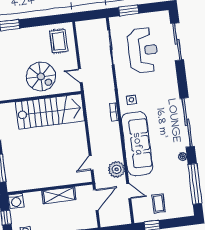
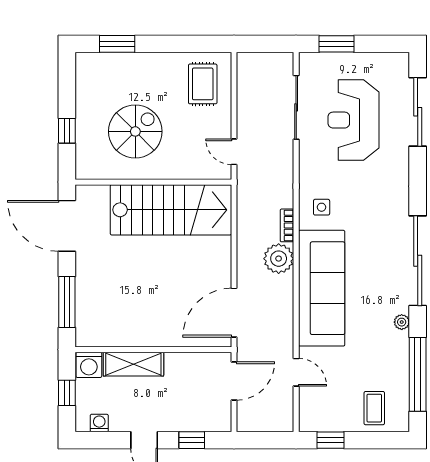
reception desk: (143, 50) -> (354, 120), turned 180
spiral stairs: (41, 76) -> (135, 131), moved, turned -90
door: (91, 163) -> (234, 313), width x1.88
plant: (117, 169) -> (279, 259), moved
shelving: (59, 195) -> (133, 364), moved
coffee table: (159, 203) -> (374, 408), moved

